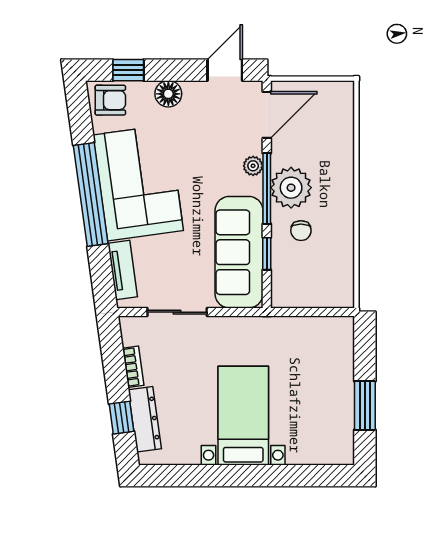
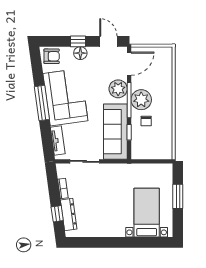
window: (128, 70) -> (78, 41), moved
door: (225, 70) -> (108, 41), hinge flipped
plant: (253, 166) -> (118, 89), width x1.87, depth x1.87
window: (91, 195) -> (42, 103), width x0.68
window: (365, 406) -> (178, 196), moved
bed with nightstands: (243, 416) -> (147, 213), moved

